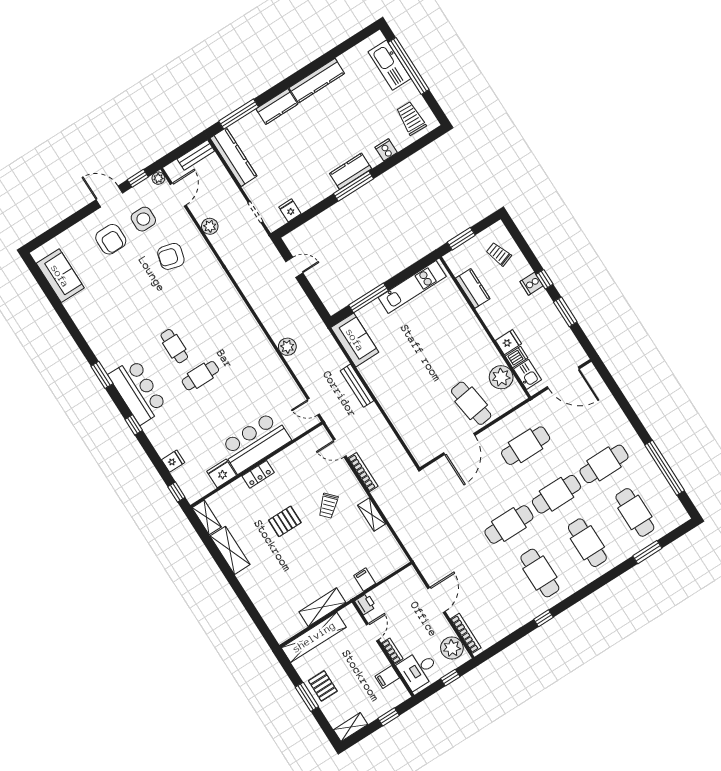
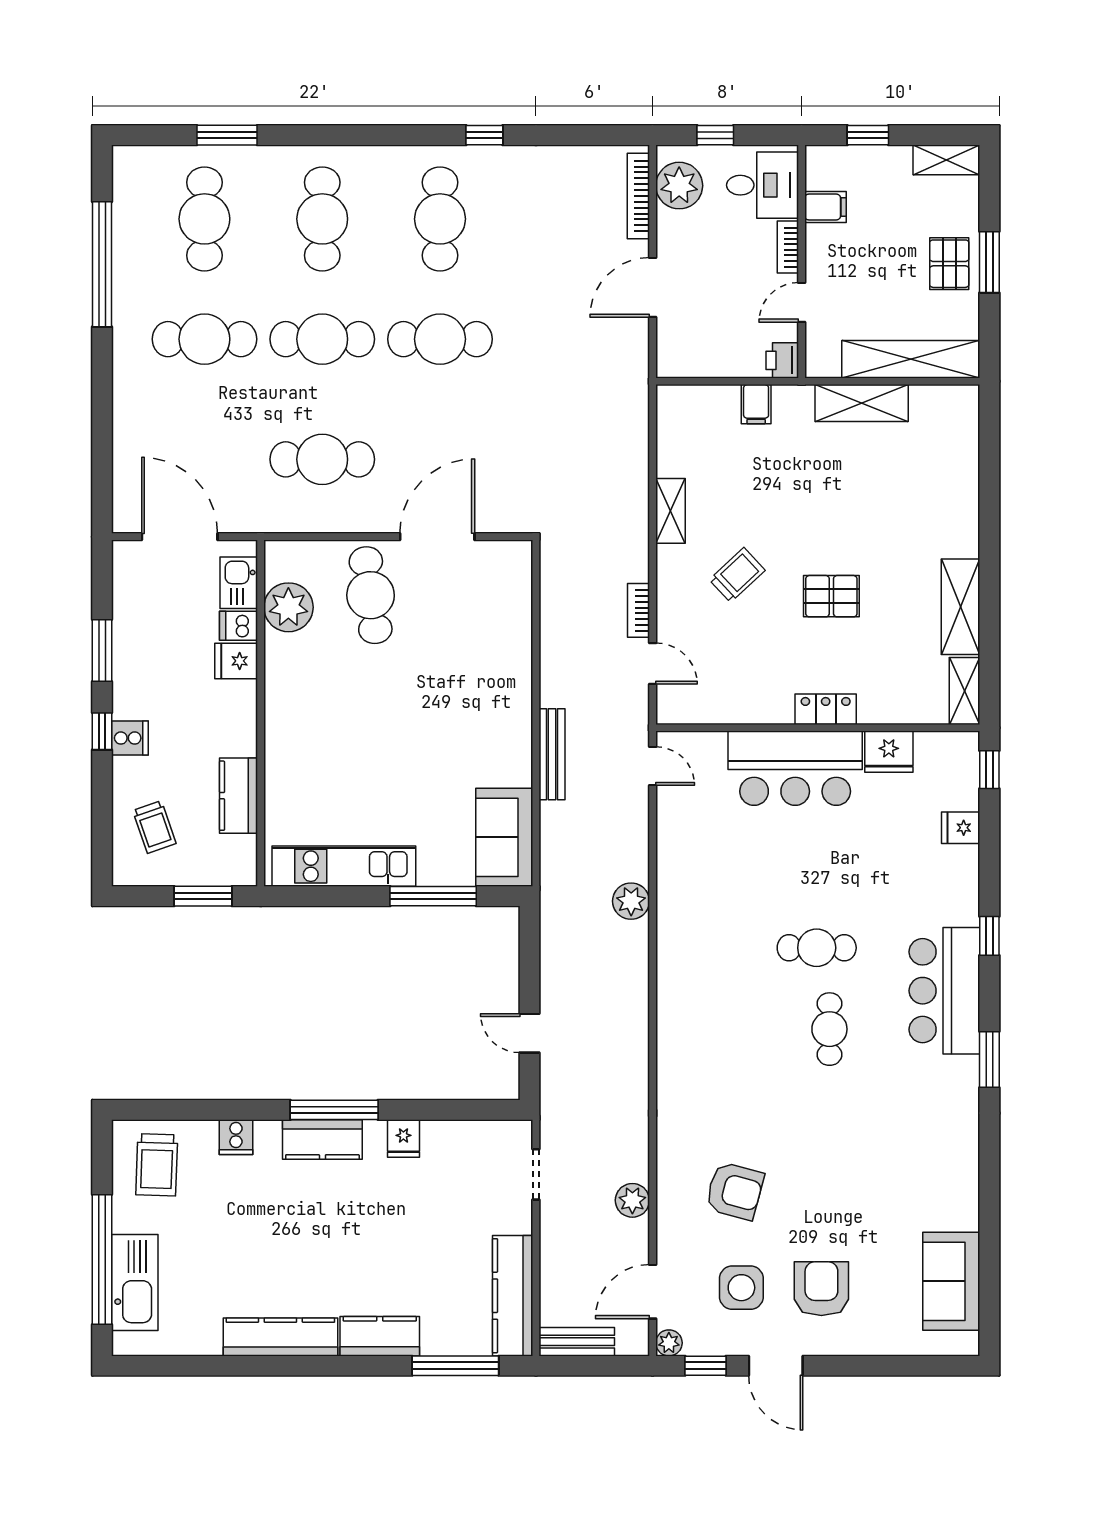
fridge: (290, 210) -> (403, 1138), moved
bookcase: (363, 472) -> (639, 610), width x0.64

